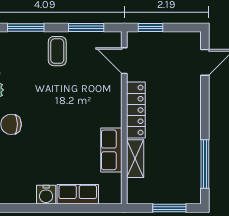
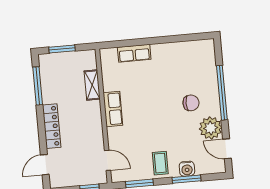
locker: (136, 110) -> (52, 126), moved, turned 180
row of seats: (111, 150) -> (113, 109), moved
water cooler: (46, 195) -> (187, 169), moved, turned 180

